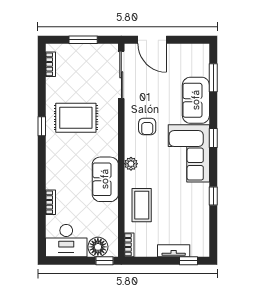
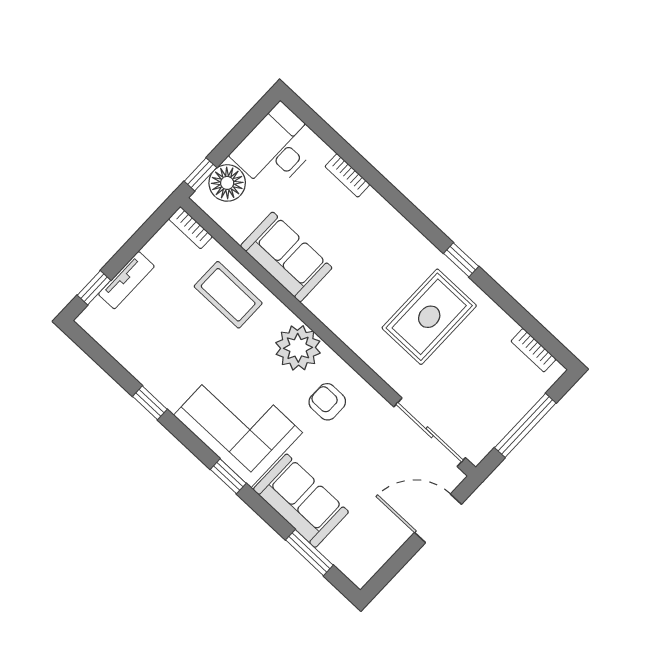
window: (83, 40) -> (525, 425), width x1.44
plant: (131, 164) -> (298, 348), width x1.88, depth x1.88
sofa: (105, 179) -> (286, 257), moved

